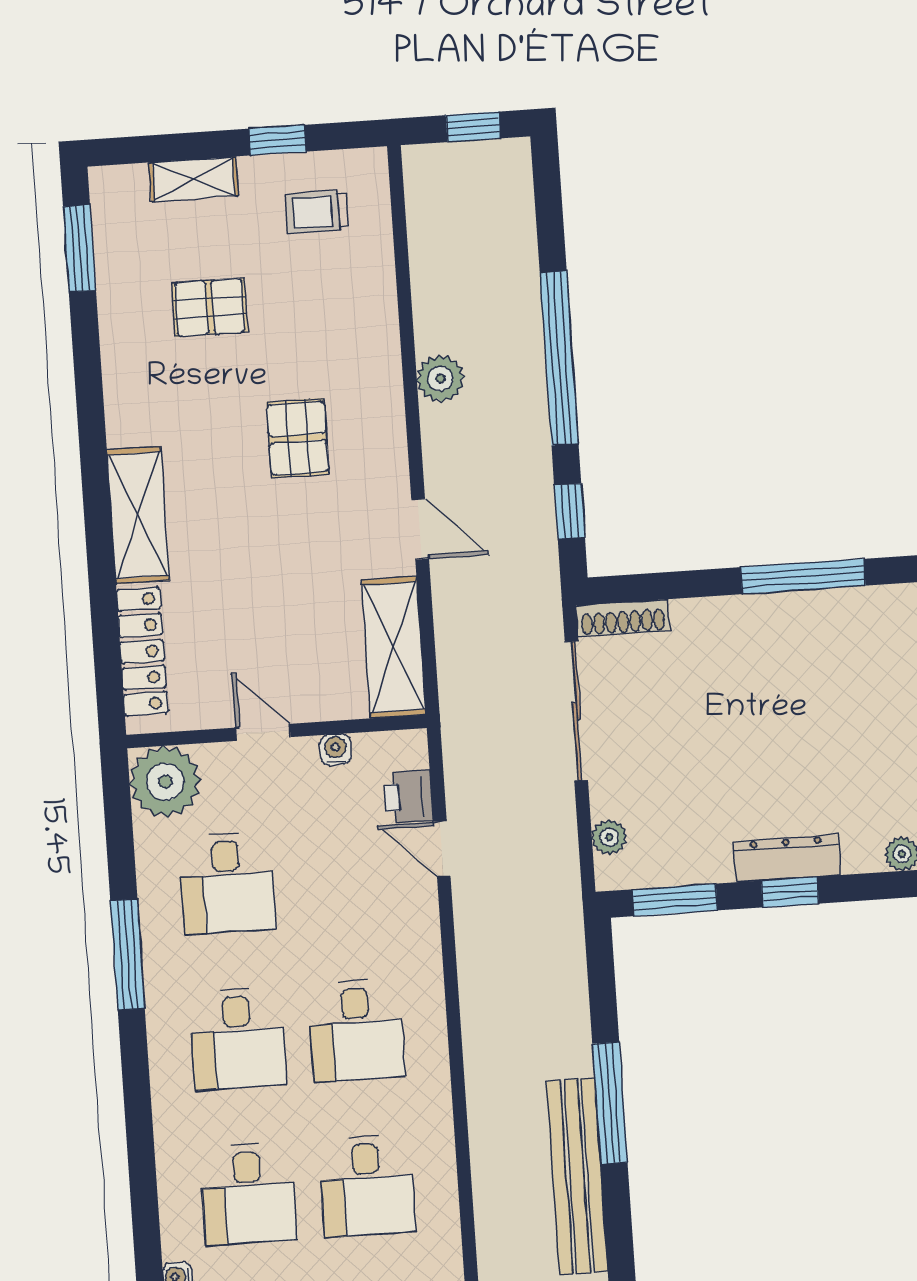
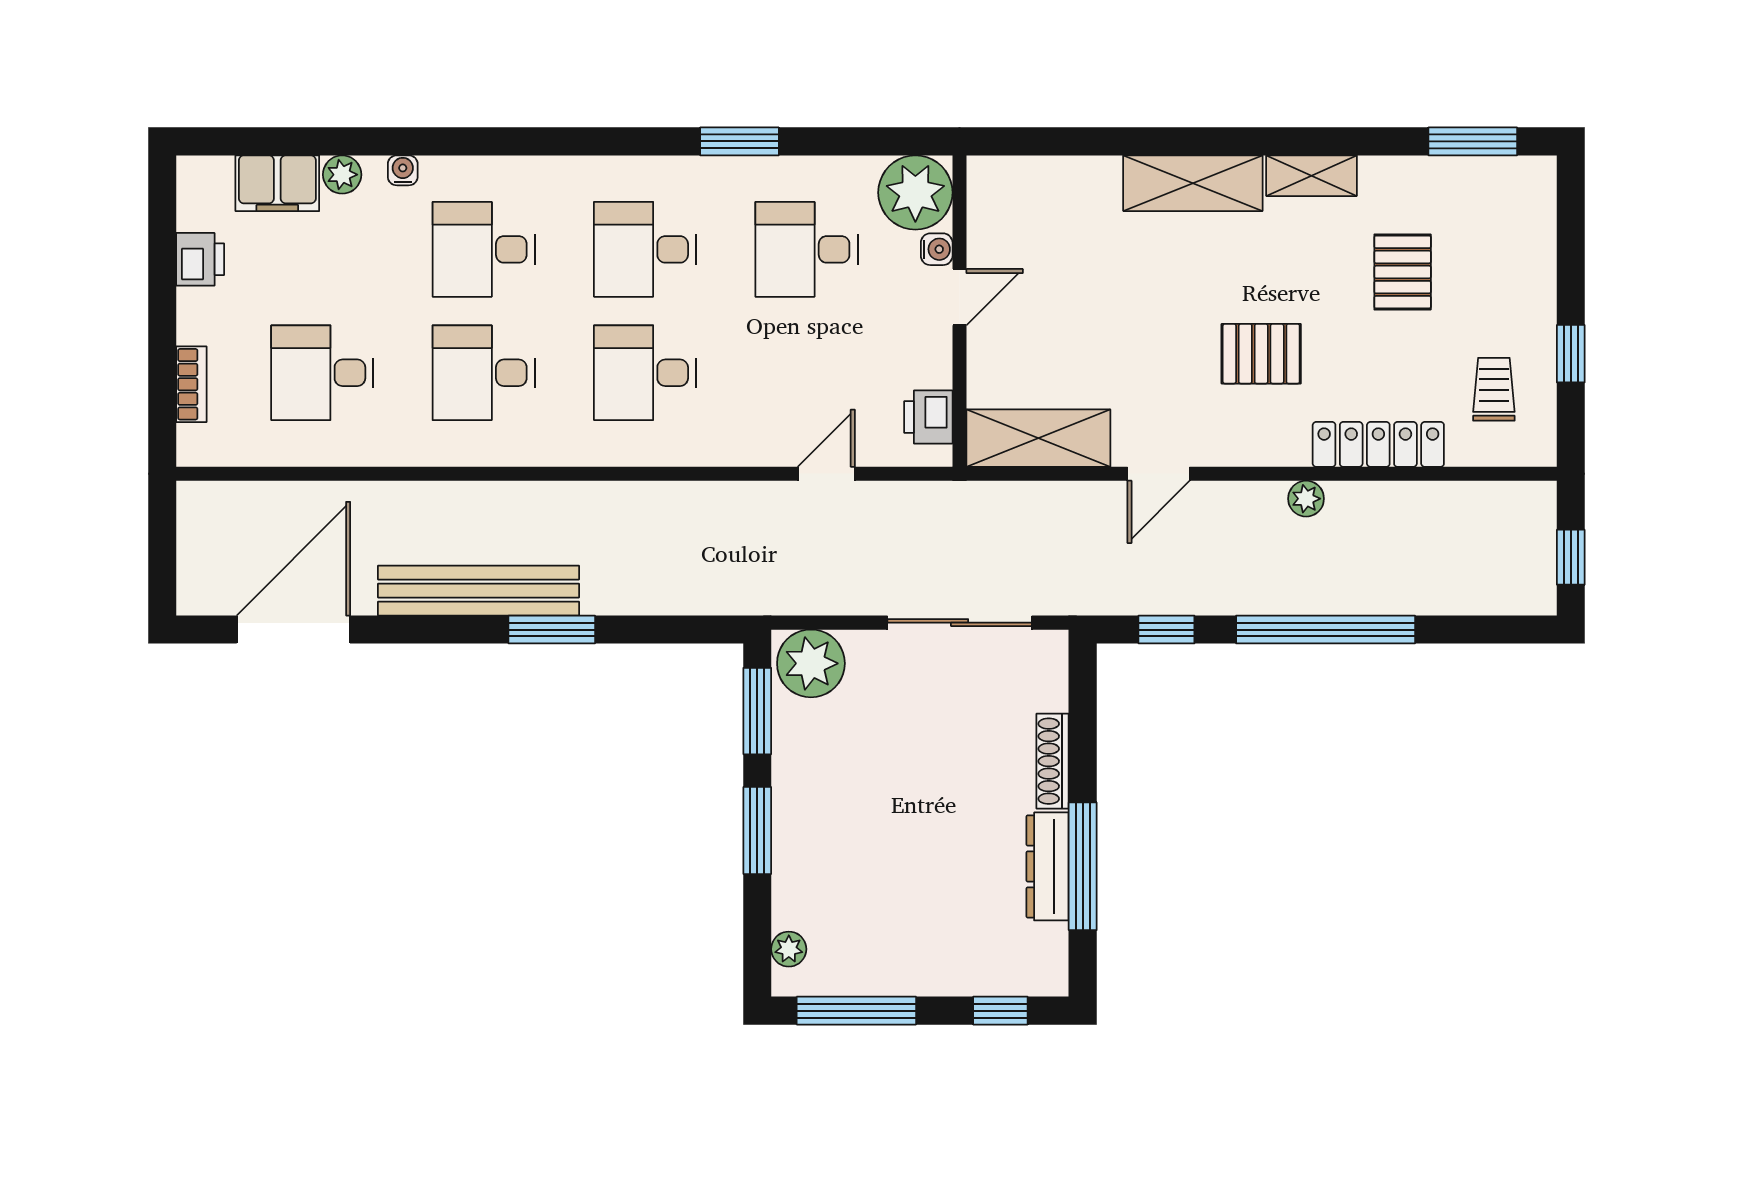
shelving: (194, 179) -> (1312, 176), moved, turned 90
plant: (440, 379) -> (1306, 499), width x0.73, depth x0.73
shoe rack: (623, 618) -> (1053, 761), moved
locker: (142, 652) -> (1378, 444), moved, turned 180
water cooler: (336, 750) -> (937, 249), moved
printer: (408, 797) -> (928, 417), moved, turned -90
plant: (609, 837) -> (811, 663), width x1.87, depth x1.87
dresser: (787, 858) -> (1048, 866), moved, turned 180
window: (790, 892) -> (757, 831), width x1.50
window: (128, 954) -> (739, 141), width x0.69
window: (610, 1103) -> (552, 630), width x0.69

